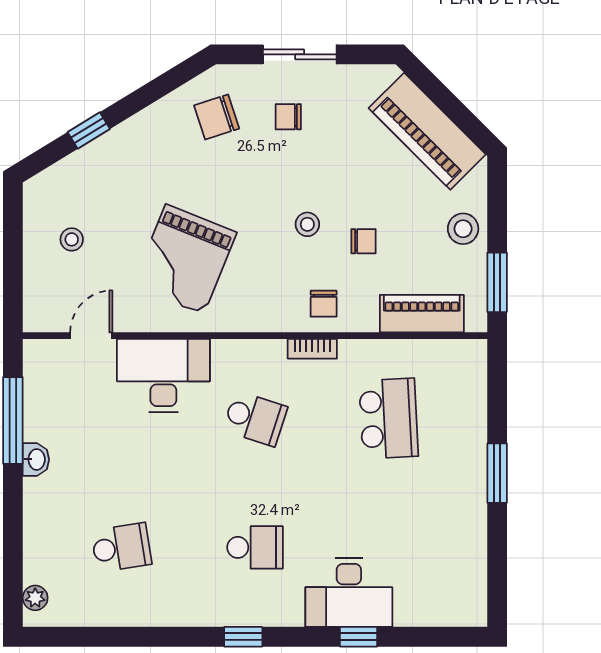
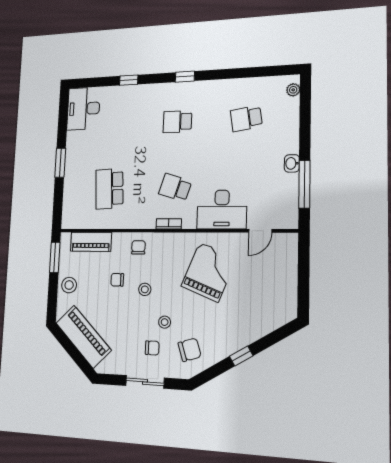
window: (89, 131) -> (241, 356), moved
stool: (72, 239) -> (165, 322), moved
bookcase: (312, 349) -> (169, 224), moved
desk: (349, 593) -> (83, 109), moved, turned -90

